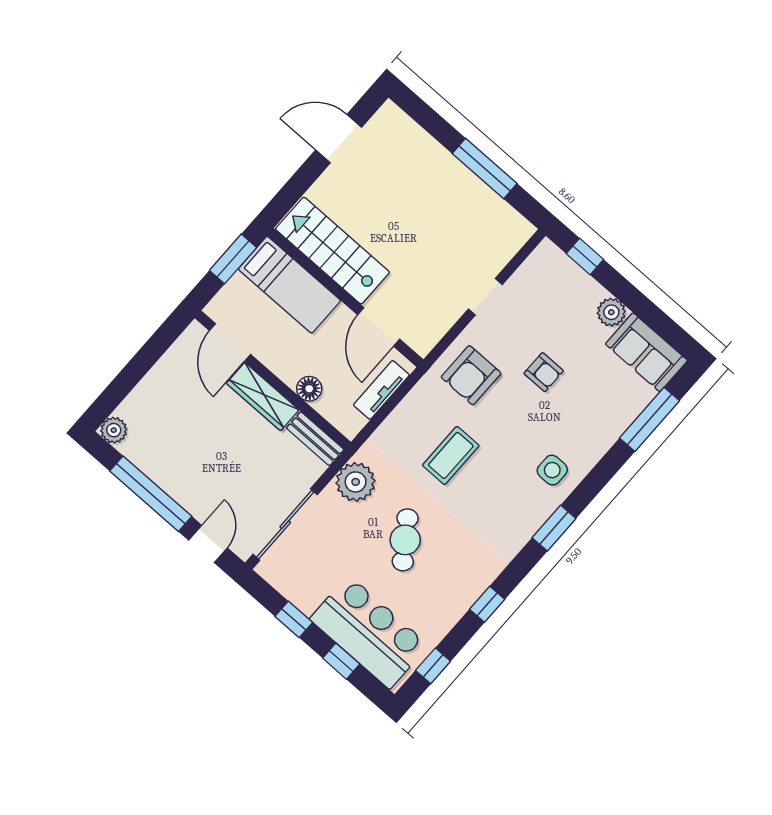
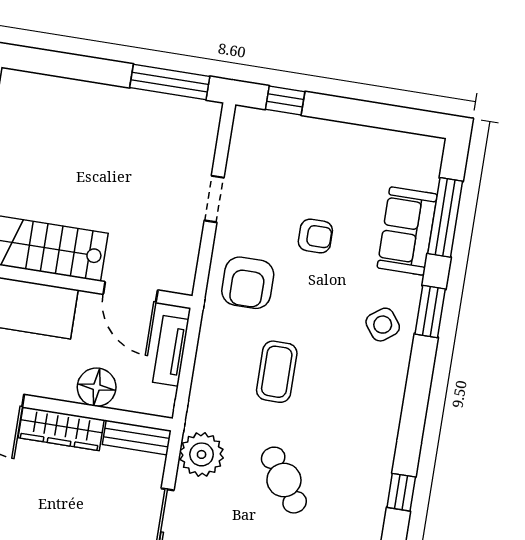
window: (485, 168) -> (170, 82), moved
plant: (611, 312) -> (344, 138), removed
sofa: (646, 352) -> (407, 231), moved, turned 90
floor lamp: (309, 389) -> (97, 387), width x1.38, depth x1.38
side table: (552, 470) -> (383, 325), turned -37
window: (554, 528) -> (430, 311), moved

